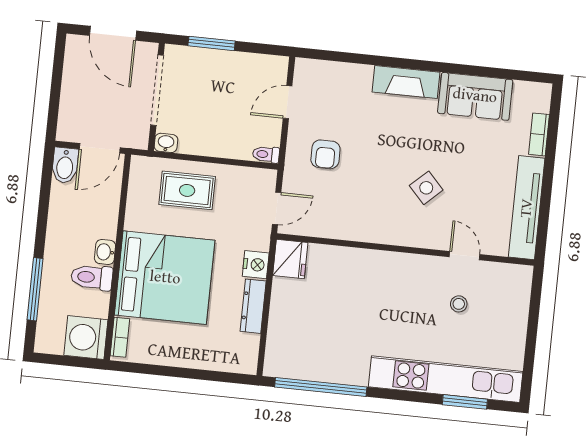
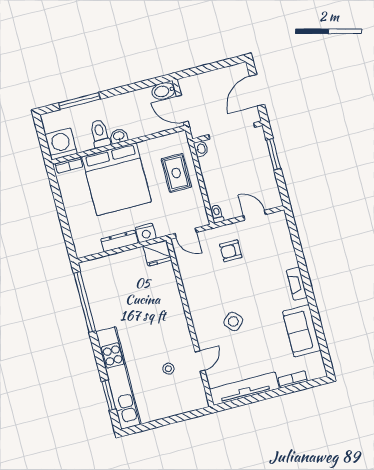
fireplace: (406, 82) -> (297, 284), width x0.73, depth x0.76

